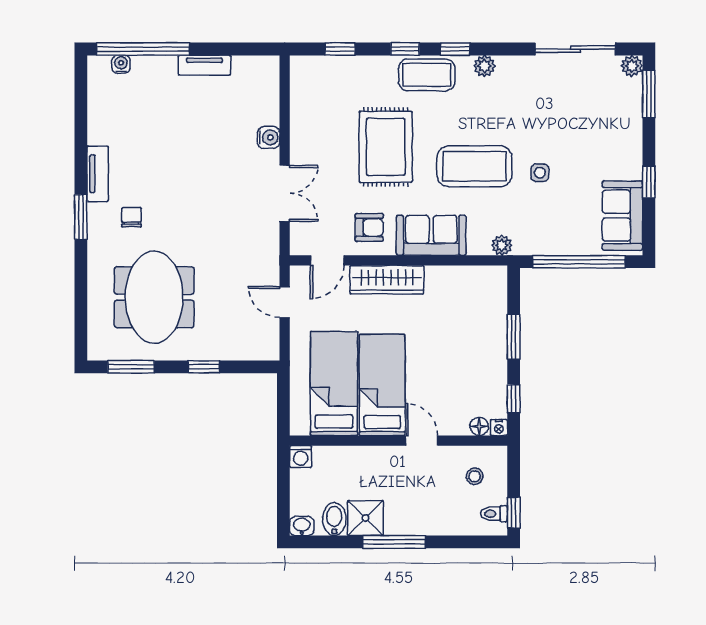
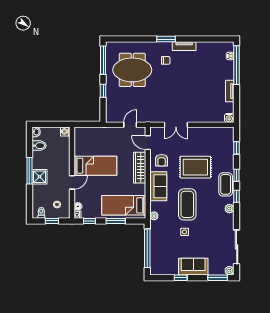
water cooler: (269, 137) -> (229, 118), moved
sofa: (622, 216) -> (193, 267), moved
window: (131, 367) -> (103, 60), width x1.44
bed: (334, 384) -> (124, 205), moved, turned 180
window: (514, 513) -> (52, 221), moved
shower: (365, 518) -> (39, 177), moved

